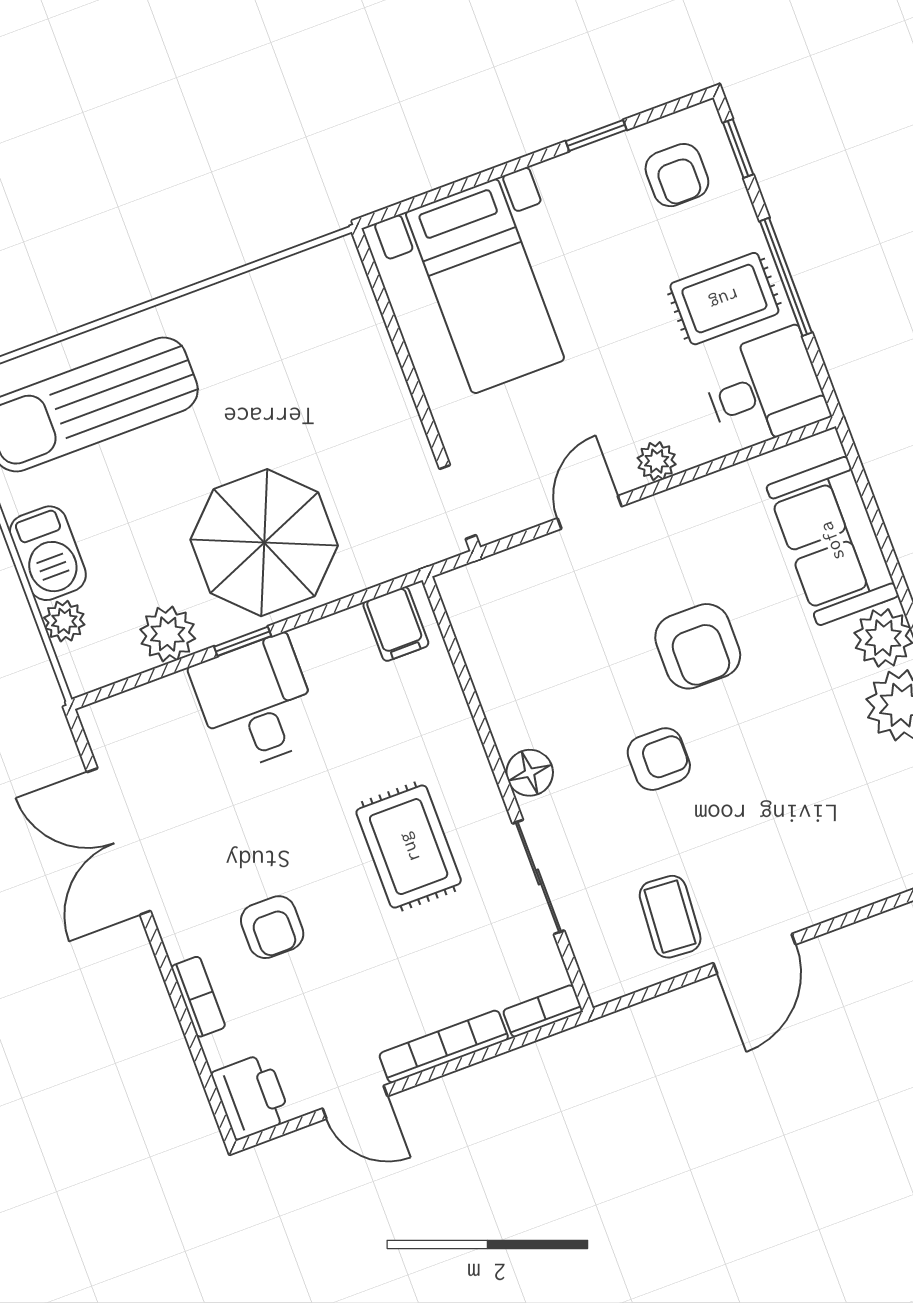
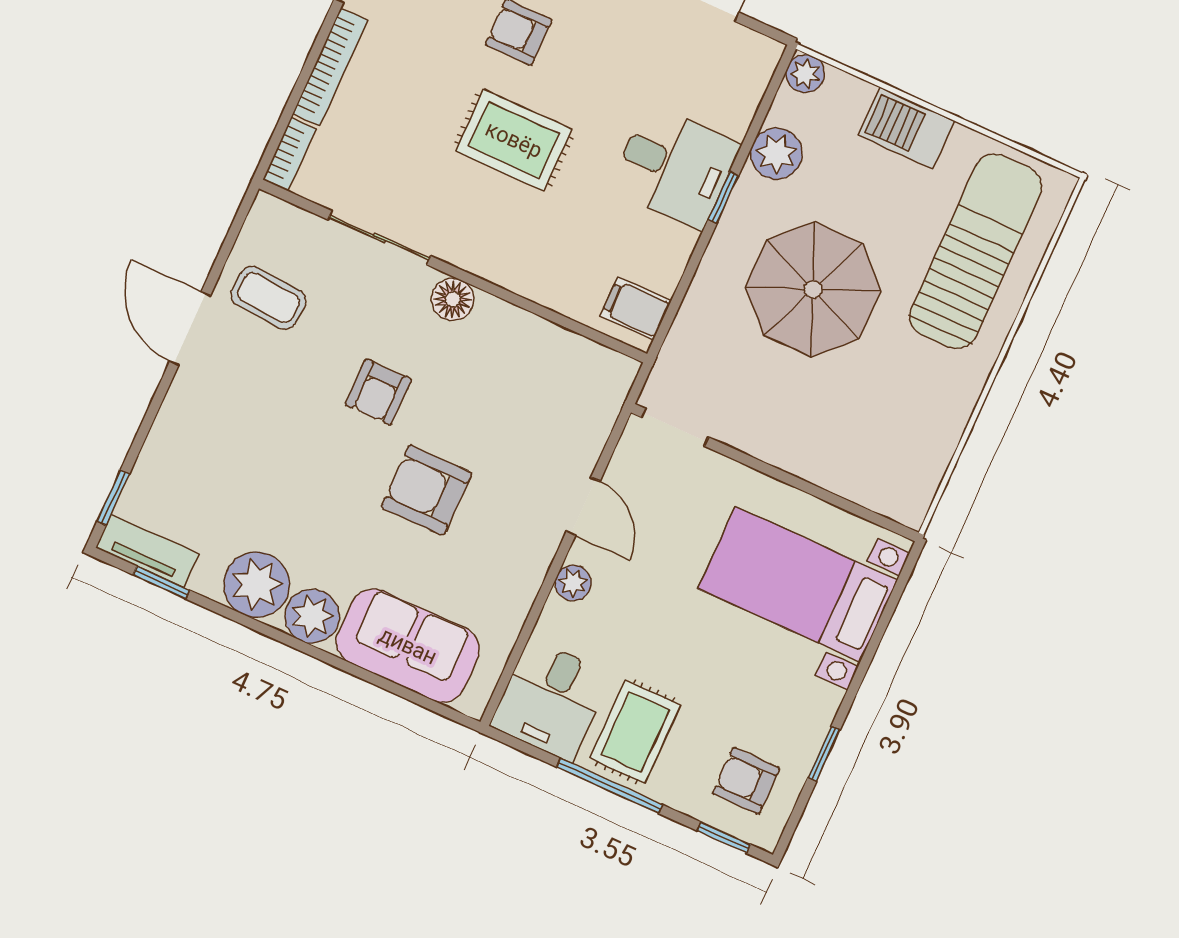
parasol: (264, 543) -> (813, 289), moved
plant: (64, 621) -> (805, 74), moved
rug: (409, 847) -> (514, 140), moved

